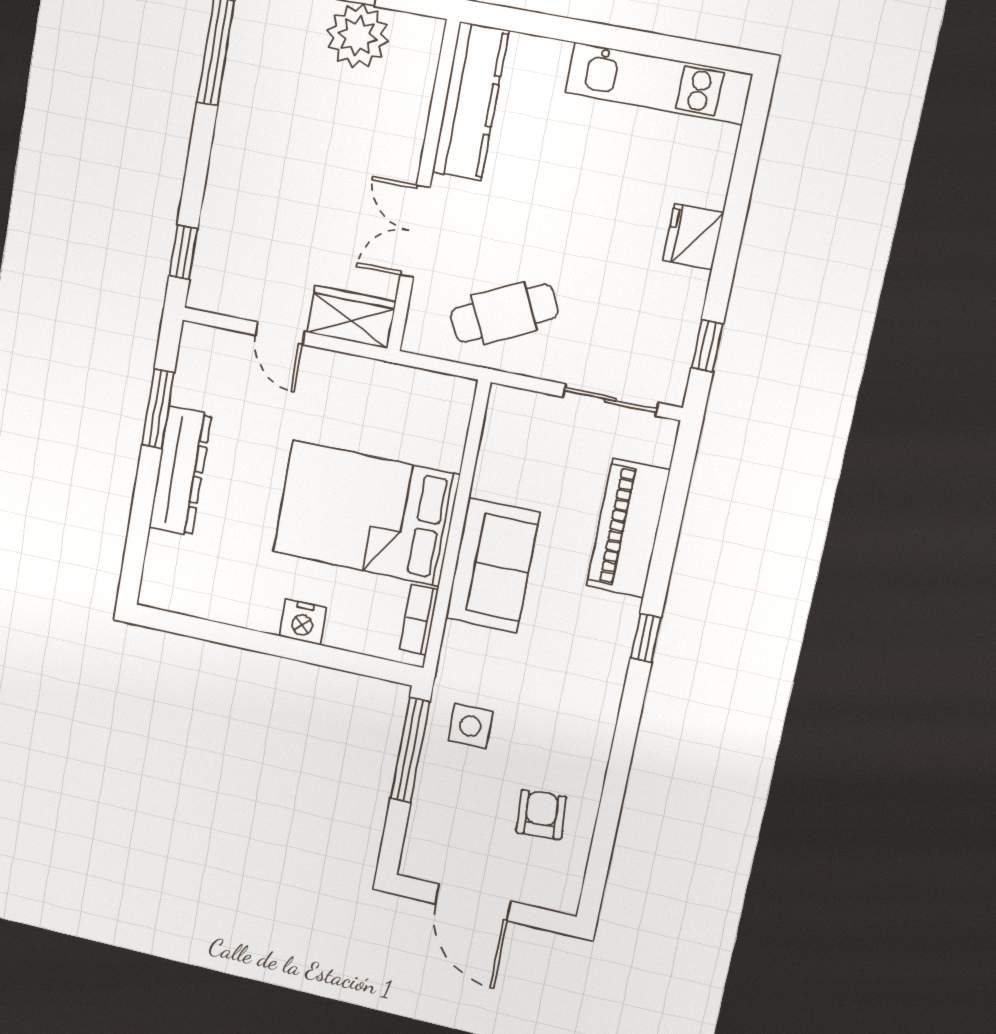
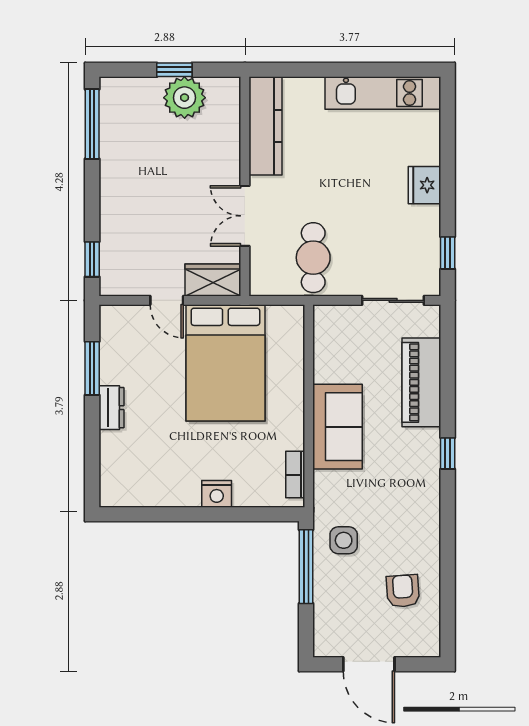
cafe table: (504, 313) -> (313, 258), turned -64
dresser: (180, 471) -> (111, 408), width x0.51, depth x0.80
bed: (366, 513) -> (225, 363), moved, turned -90

